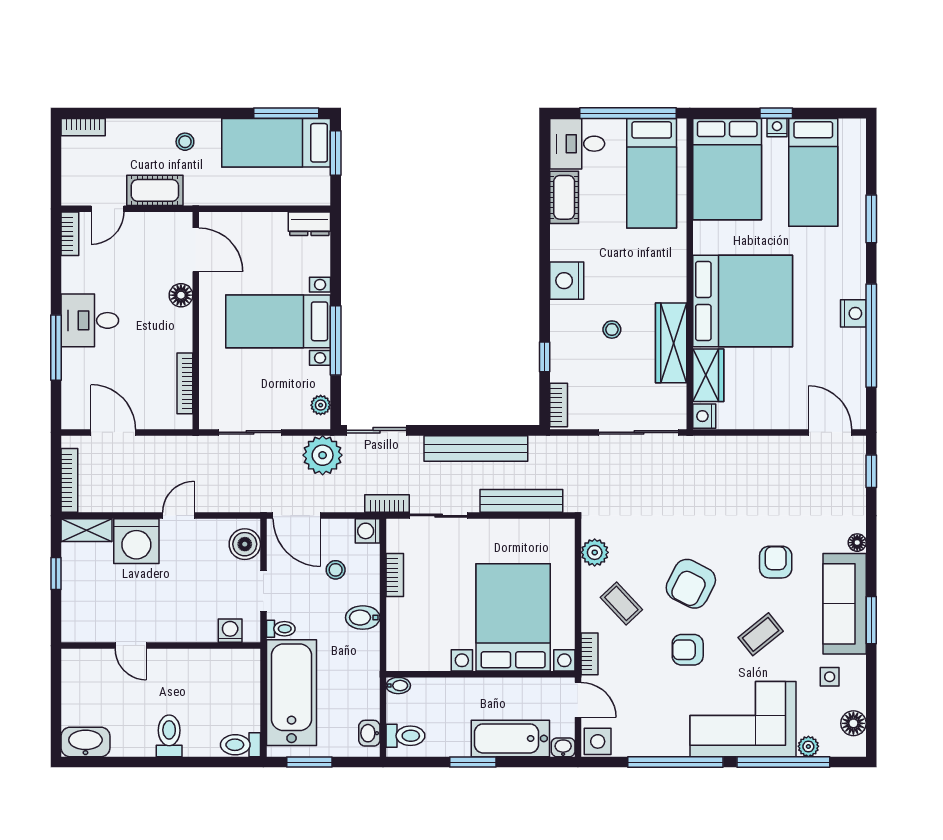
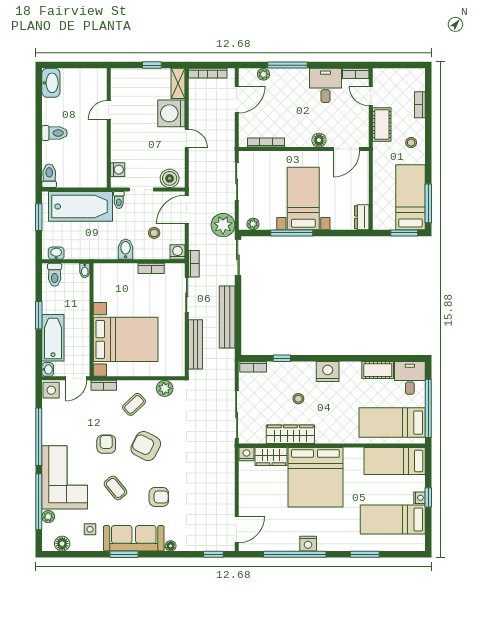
bookcase: (83, 127) -> (420, 105), moved
bed: (727, 169) -> (395, 461), width x0.67
desk: (90, 320) -> (326, 85), moved
plant: (71, 388) -> (263, 74), added

